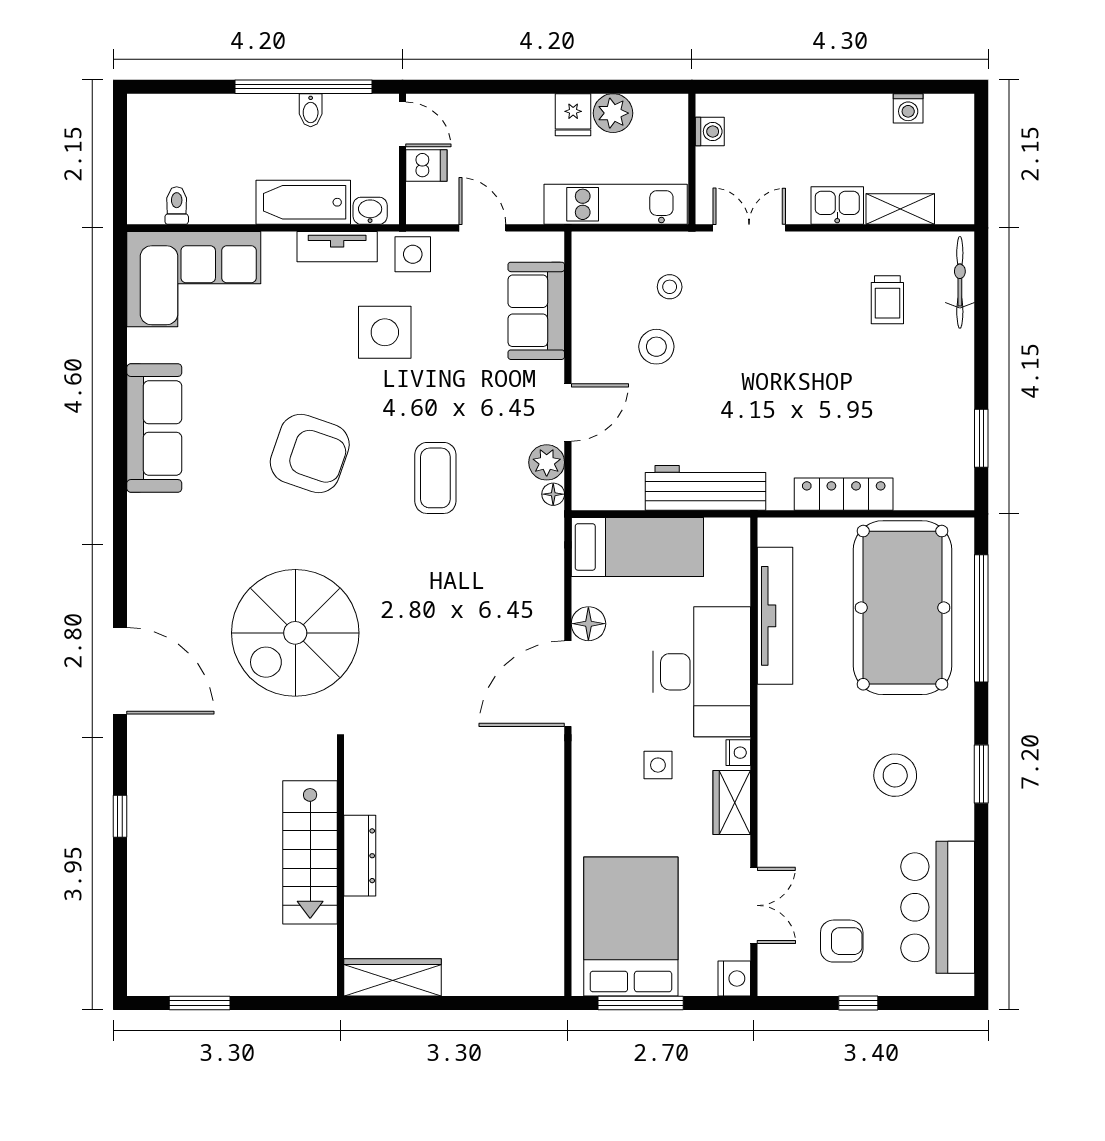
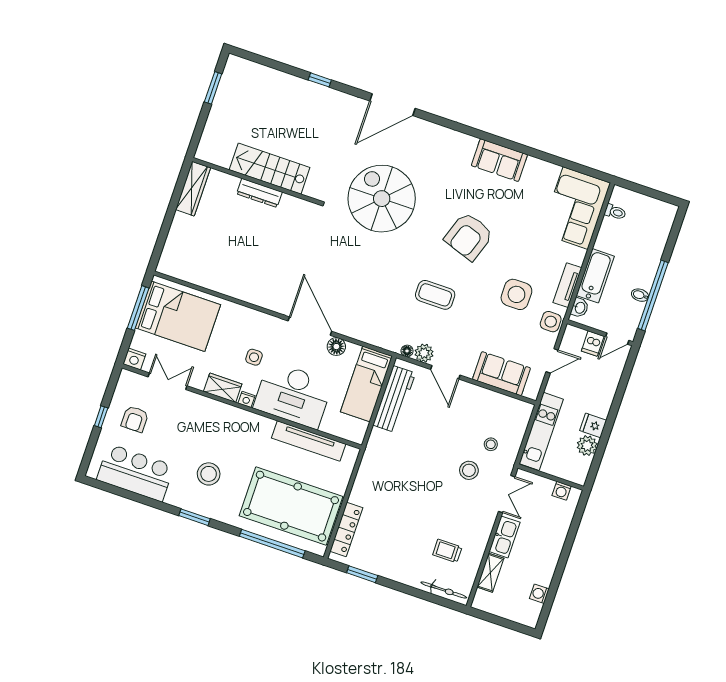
kitchen sink: (837, 206) -> (505, 537), width x1.38
stool: (656, 347) -> (469, 470), moved
sofa: (154, 428) -> (499, 160), width x0.73
workbench: (705, 488) -> (394, 399), moved
locker: (844, 494) -> (346, 530), moved
double door: (754, 905) -> (168, 381), swing flipped

